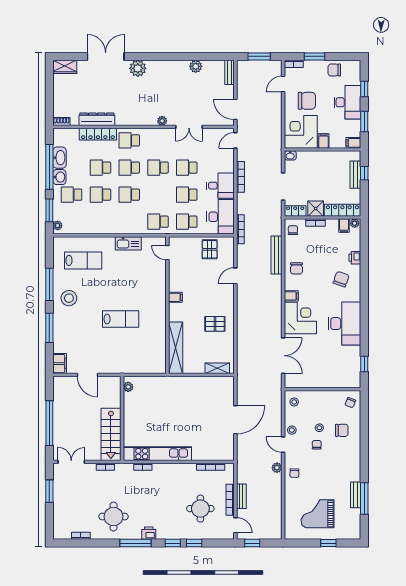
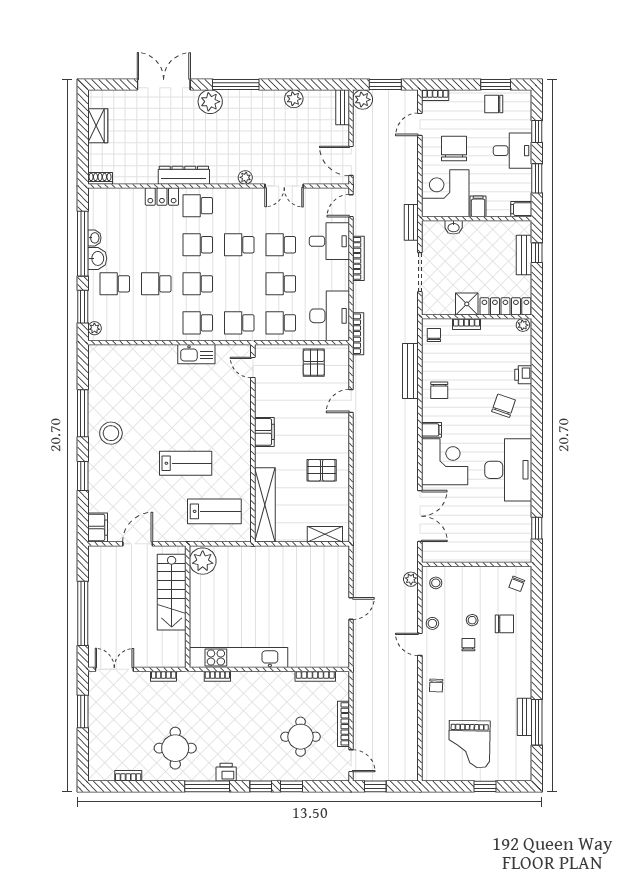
window: (155, 56) -> (236, 85), added
window: (315, 56) -> (496, 85), moved
wardrobe: (65, 67) -> (98, 126), moved, turned -90
plant: (243, 67) -> (363, 100), added
chair: (307, 101) -> (454, 149), turned -90
desk: (347, 102) -> (512, 151), width x0.73
dresser: (97, 119) -> (184, 175), moved
locker: (98, 134) -> (162, 197), width x0.66
washbasin: (290, 155) -> (454, 227), moved
washbasin: (60, 158) -> (94, 238), width x0.52, depth x0.69
school desk: (100, 168) -> (198, 323), moved
desk: (220, 186) -> (329, 241), moved
locker: (295, 211) -> (437, 307), removed
filing cabinet: (344, 226) -> (508, 328), removed
lab bench: (83, 260) -> (214, 511), moved
filing cabinet: (175, 297) -> (264, 432), width x2.00
window: (49, 328) -> (83, 476), width x0.69
door: (88, 375) -> (138, 544), swing flipped
plant: (128, 387) -> (203, 561), width x1.88, depth x1.88
door: (235, 420) -> (351, 609), width x0.53
stairs: (111, 434) -> (172, 592), moved
plant: (277, 468) -> (411, 579), moved
bench: (241, 496) -> (411, 222), moved
grand piano: (317, 514) -> (469, 744), turned -89

